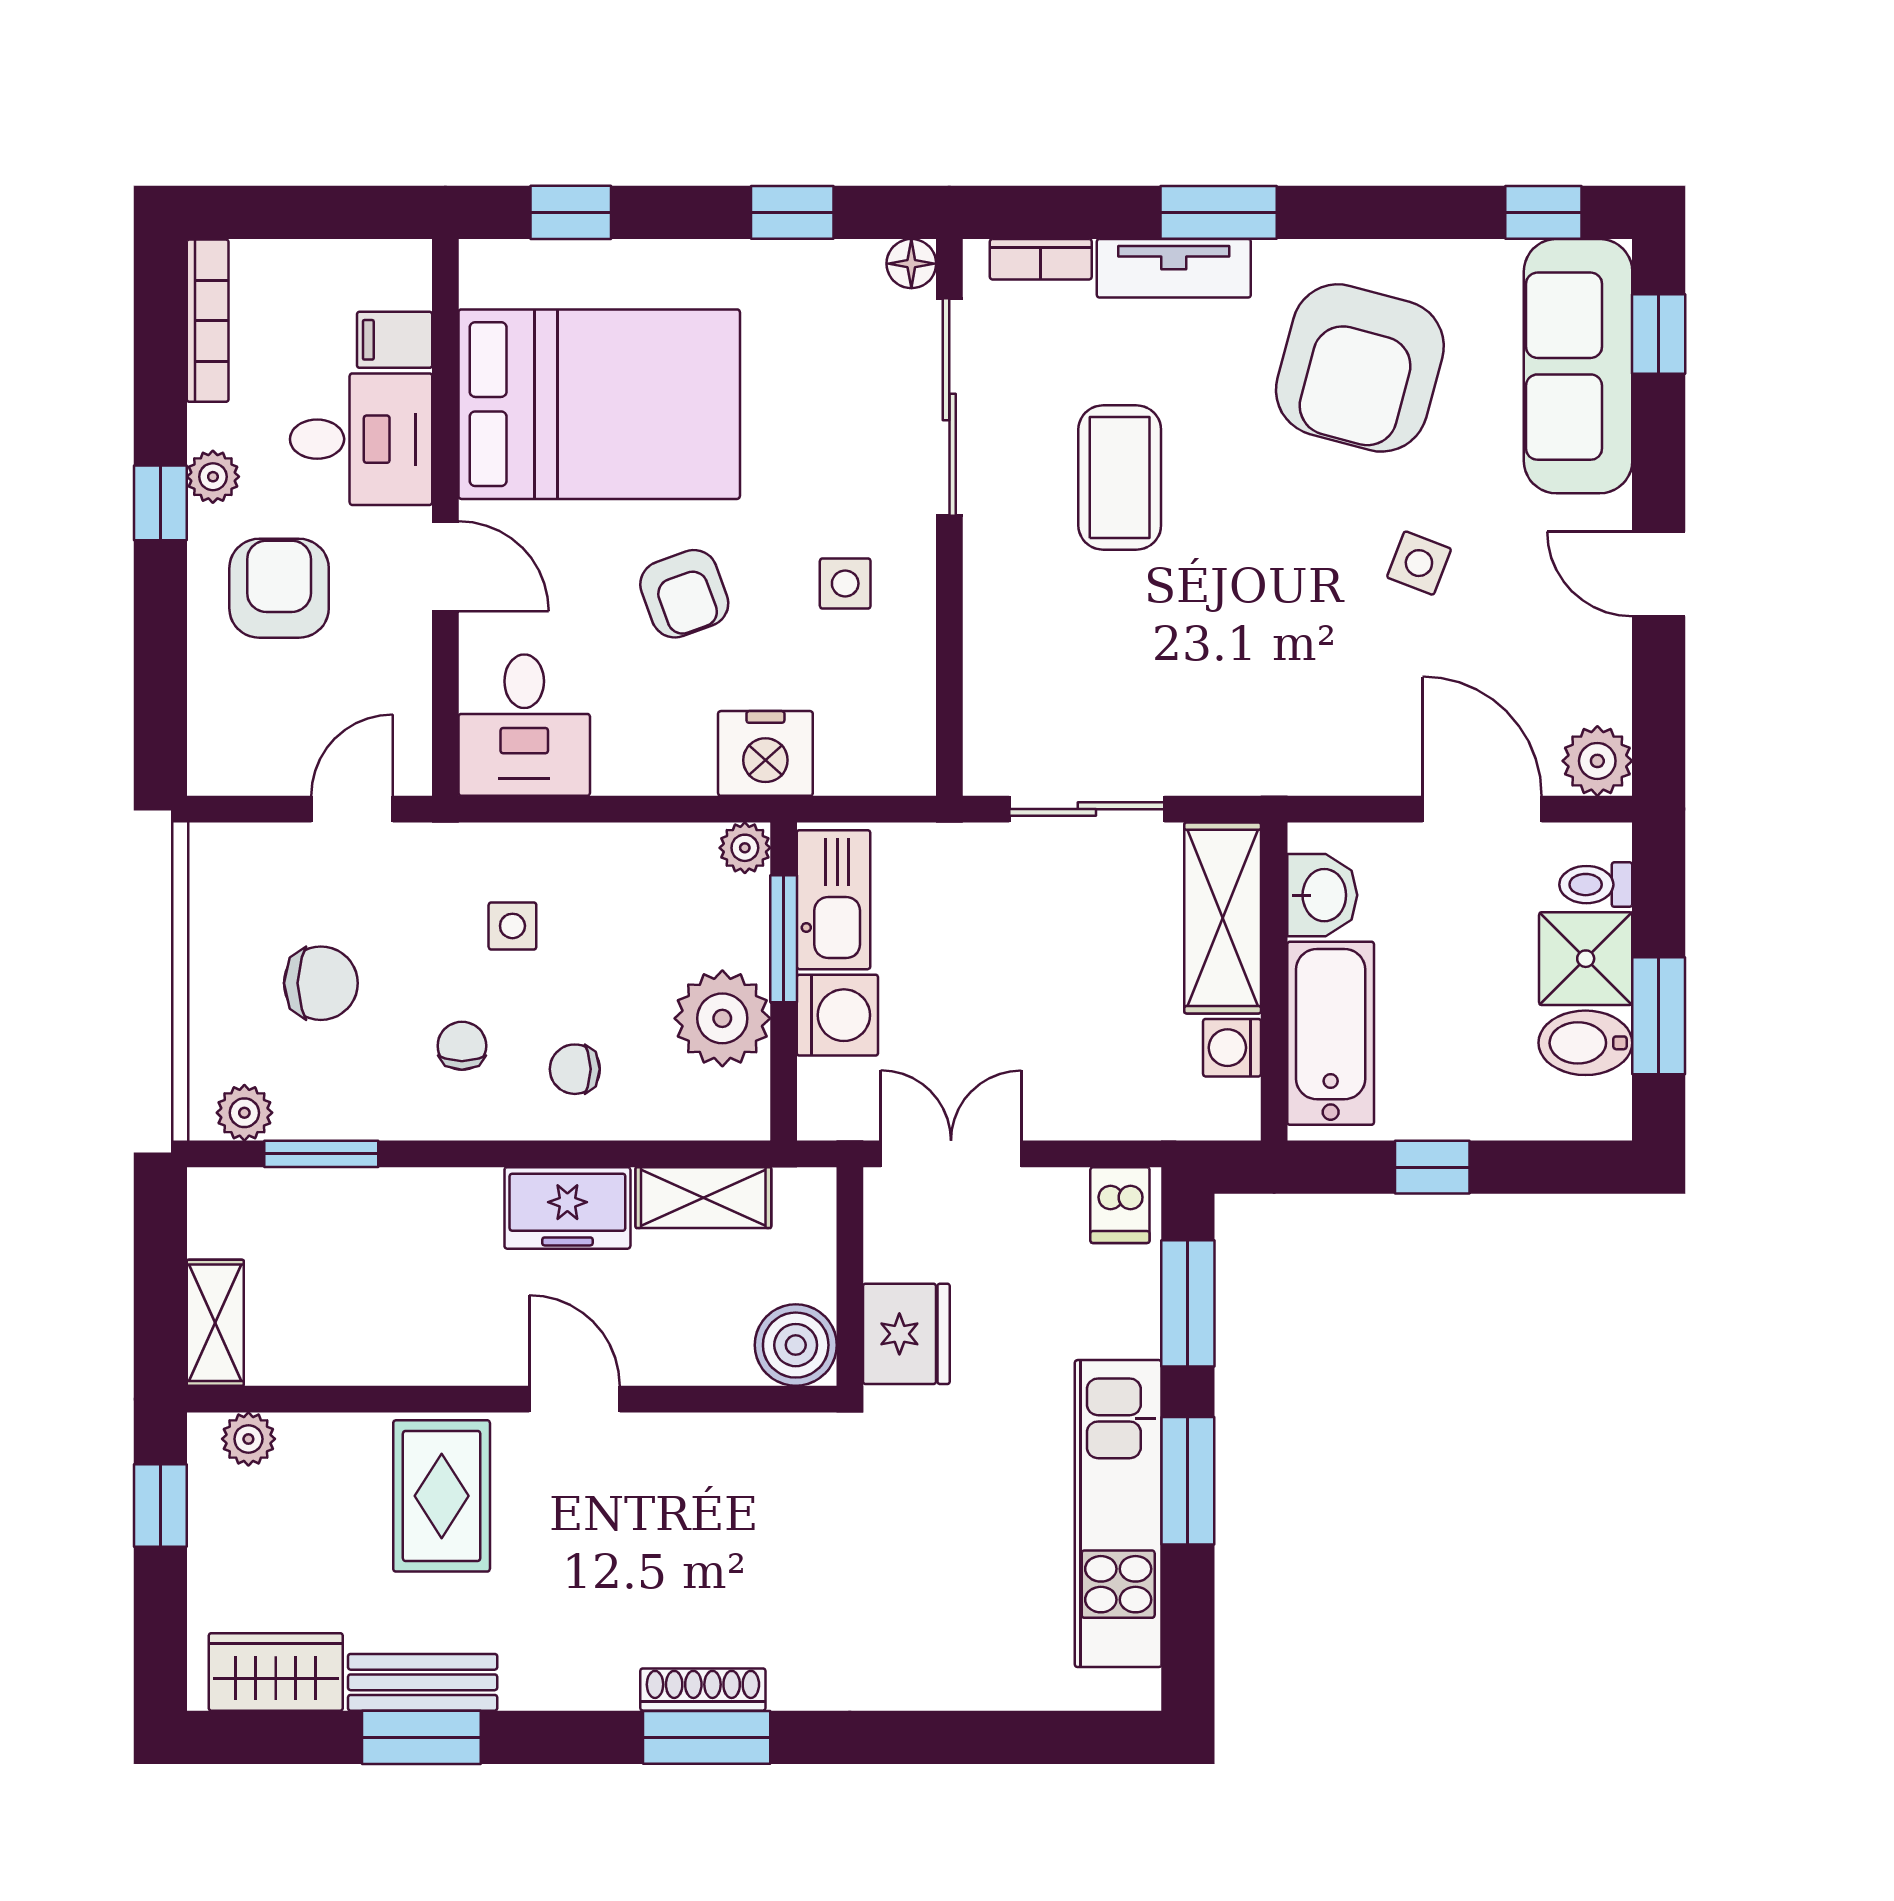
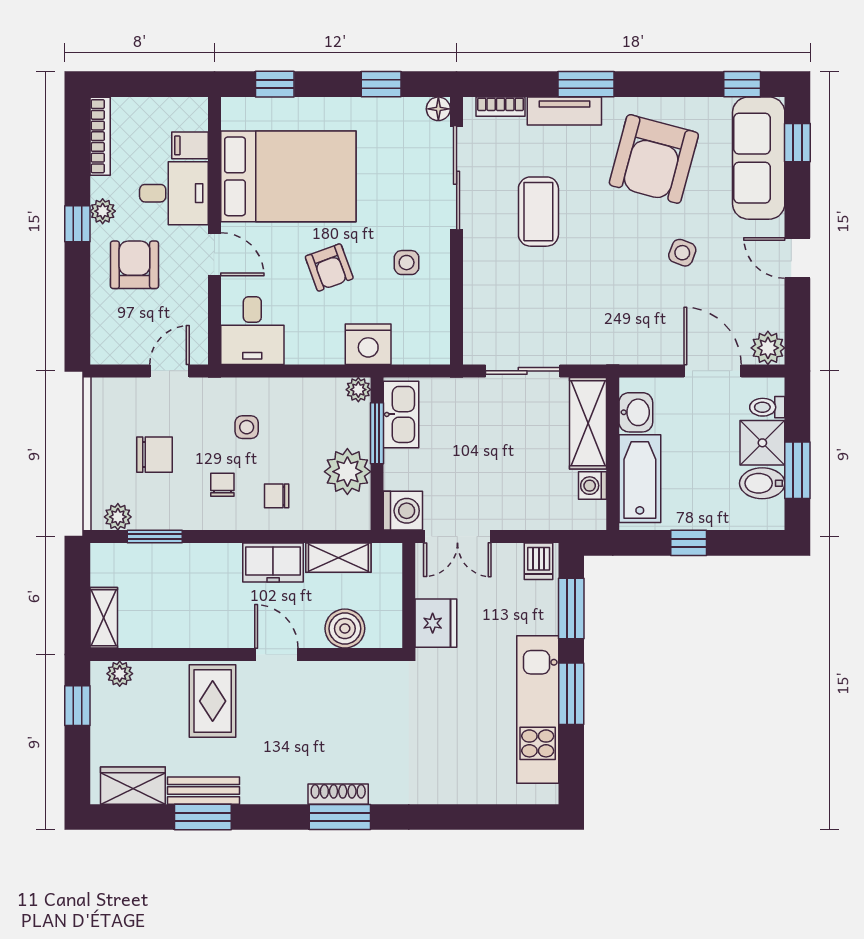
washing machine: (837, 1015) -> (403, 511), moved
double door: (951, 1154) -> (457, 537), swing flipped
boiler: (796, 1345) -> (345, 629), moved

